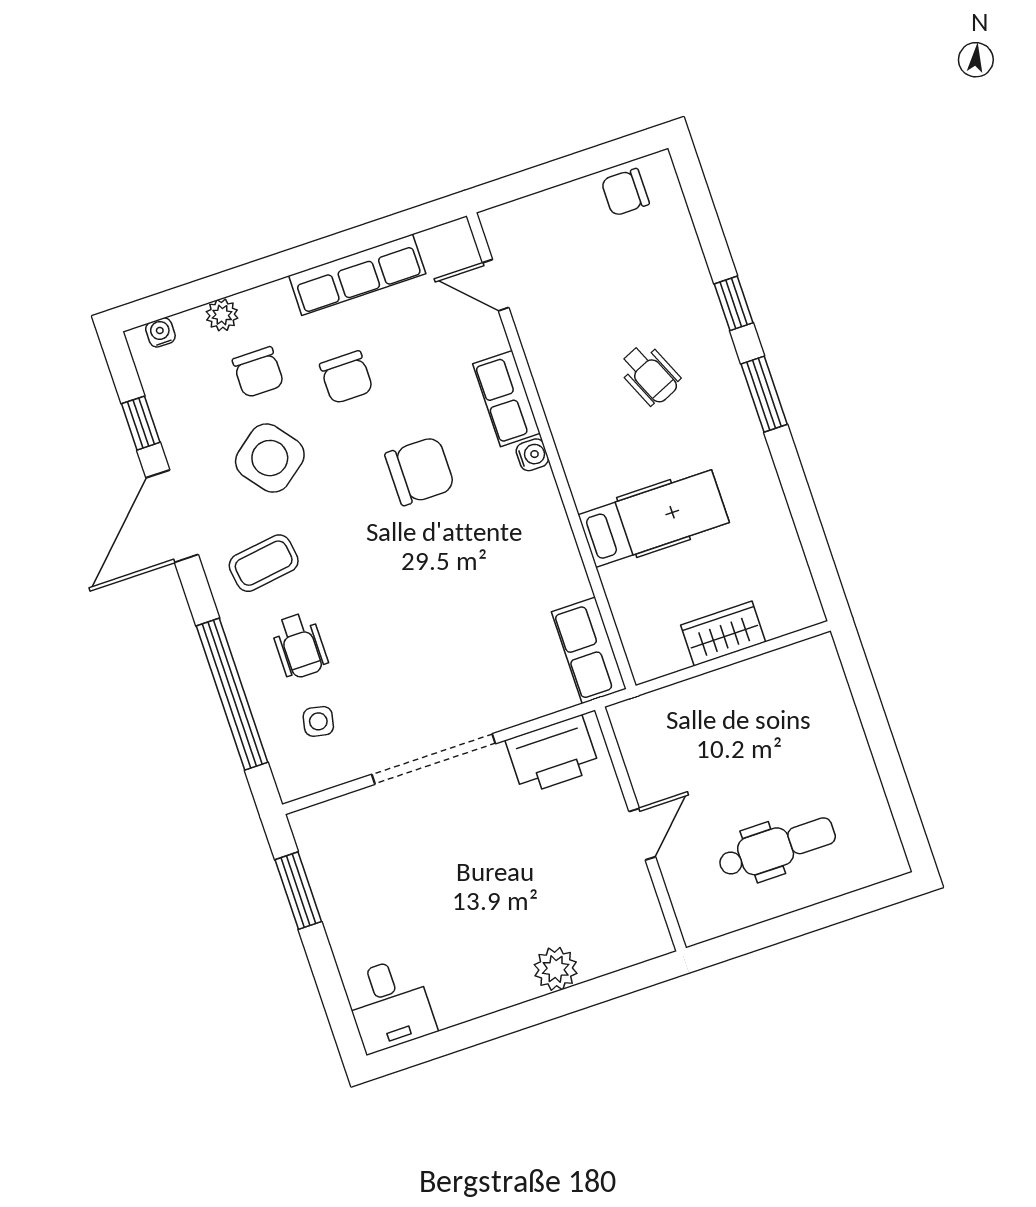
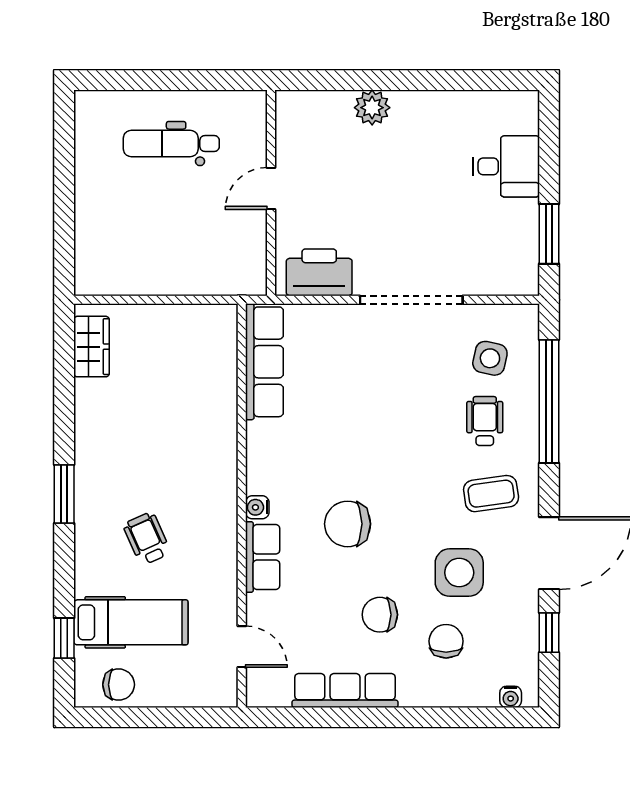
window: (734, 303) -> (64, 638), moved
plant: (222, 315) -> (459, 694), removed
chair: (346, 377) -> (380, 615), turned -90
side table: (270, 458) -> (459, 573), turned 38
hospital bed: (654, 519) -> (131, 622), moved, turned 180
wardrobe: (723, 633) -> (91, 347), moved, turned -90
row of seats: (589, 650) -> (264, 362), width x1.48
side table: (318, 721) -> (490, 358), width x1.37, depth x1.37
desk: (389, 1005) -> (506, 166), moved, turned 90

